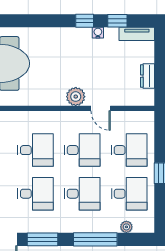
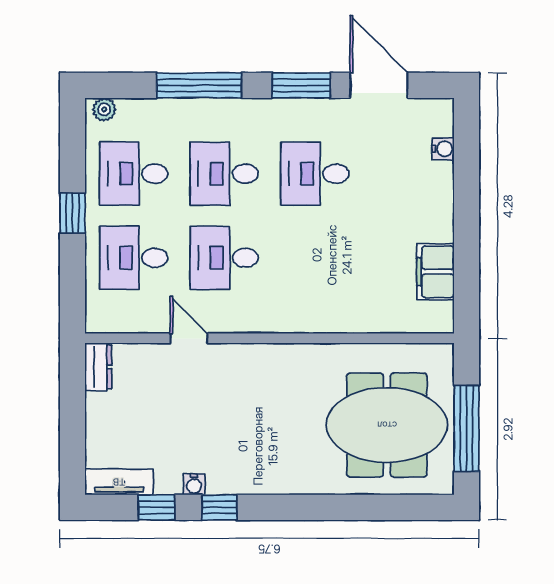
dresser: (147, 76) -> (98, 367), moved
plant: (76, 97) -> (237, 361), removed
desk: (35, 150) -> (315, 258), removed
plant: (126, 227) -> (104, 109), moved

